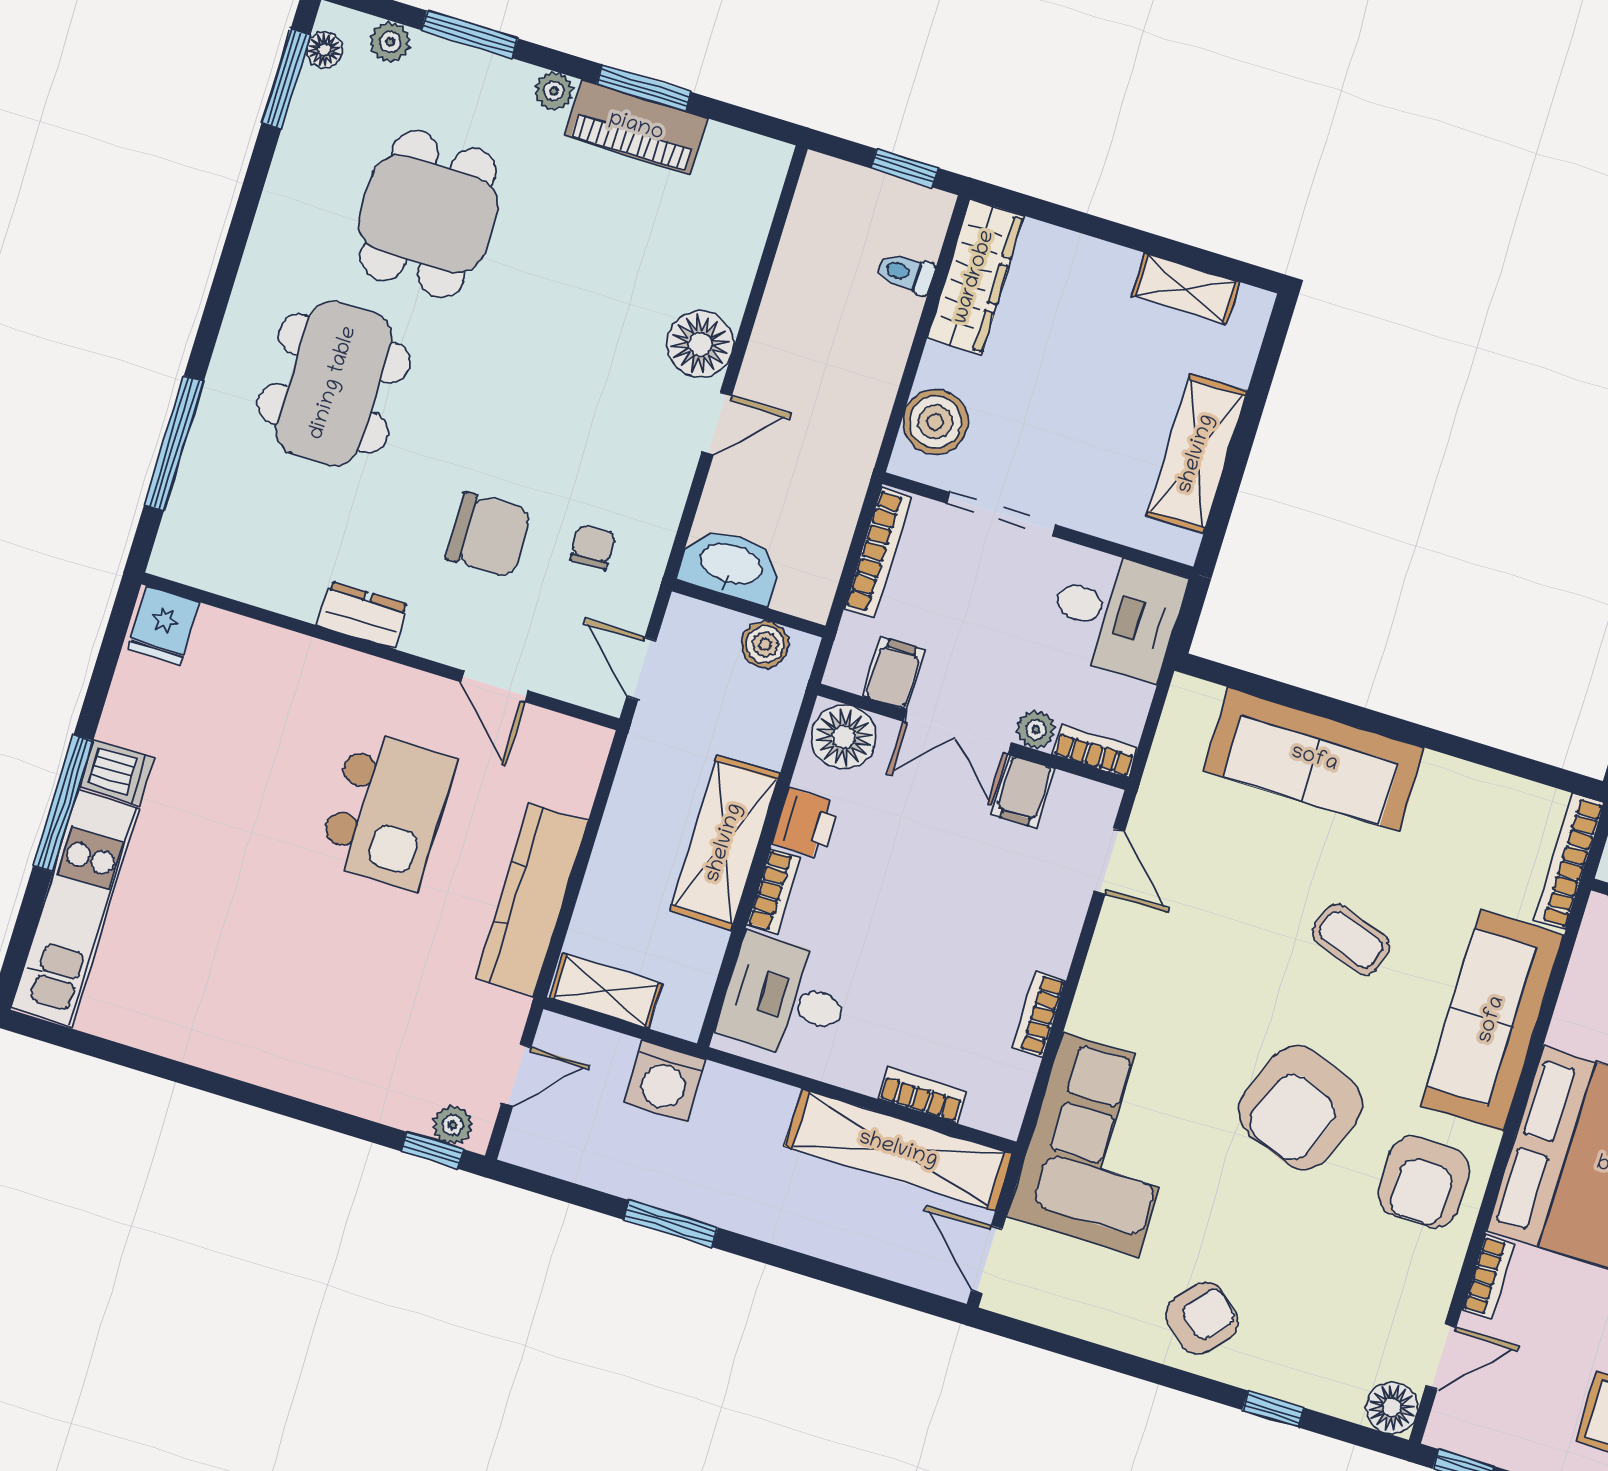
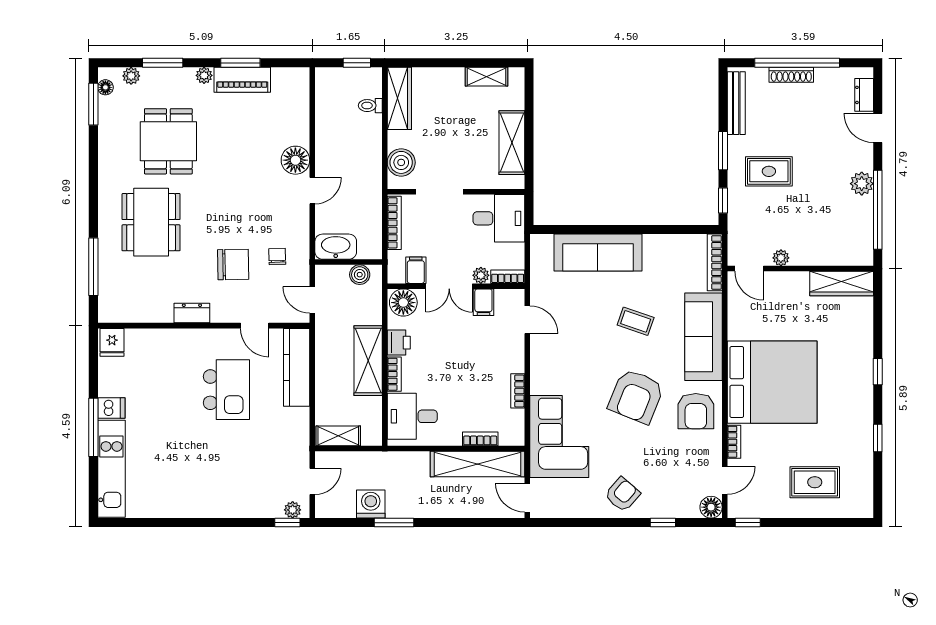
kitchen counter: (532, 900) -> (297, 367), moved
washing machine: (665, 1081) -> (371, 504), moved, turned 180

